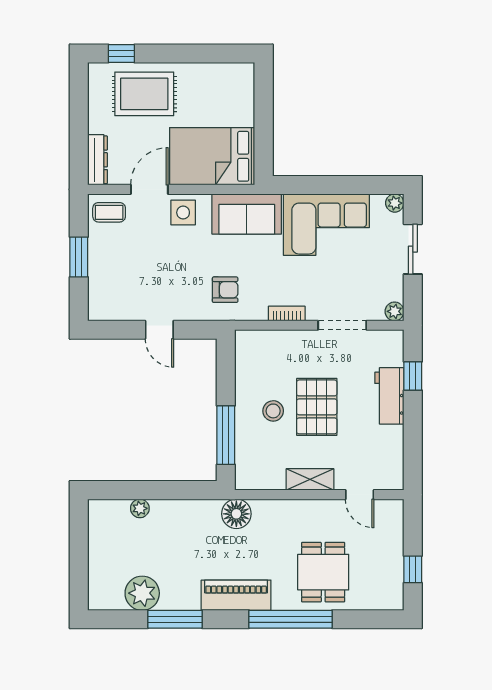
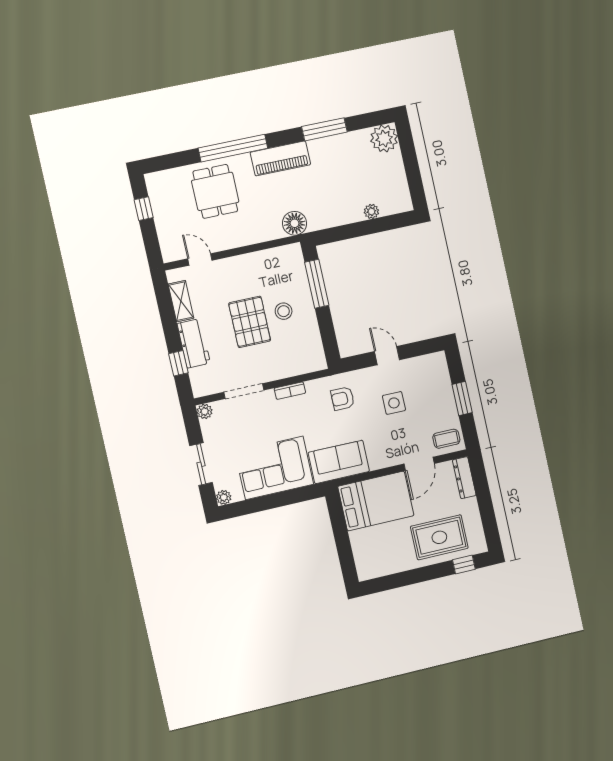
side table: (183, 213) -> (394, 403), moved
shelving: (310, 479) -> (181, 301), moved, turned 90
plant: (142, 593) -> (384, 139), moved

